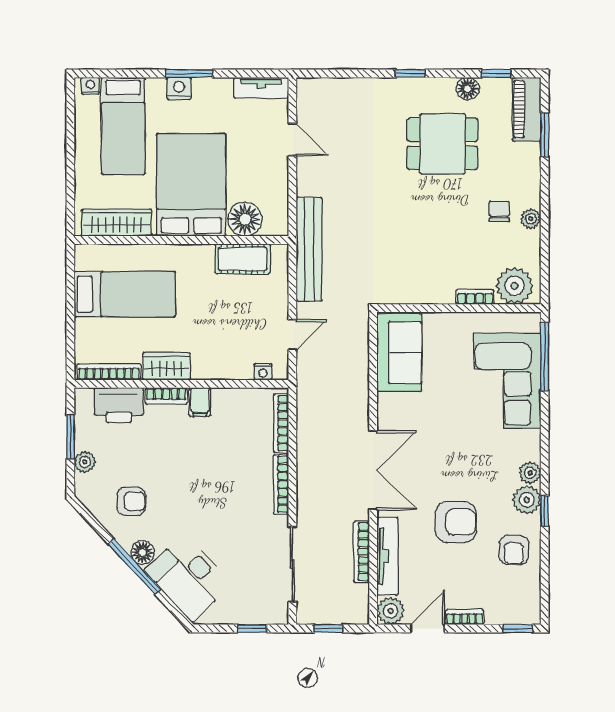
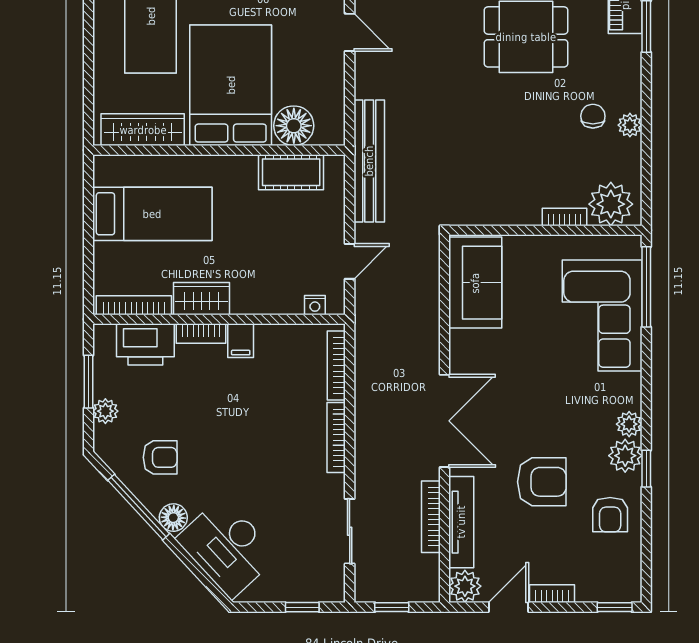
sliding door: (292, 564) -> (350, 531), width x0.73
window: (134, 566) -> (139, 507), moved

